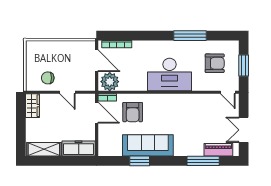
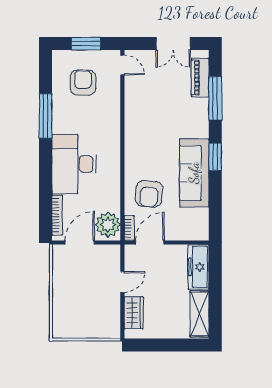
desk: (170, 75) -> (74, 164), moved, turned 180
chair: (48, 78) -> (103, 309), removed
door: (228, 92) -> (122, 65), hinge flipped
wardrobe: (33, 106) -> (134, 313), moved, turned 90
armchair: (133, 112) -> (149, 194), turned 95
window: (140, 161) -> (215, 157), moved

